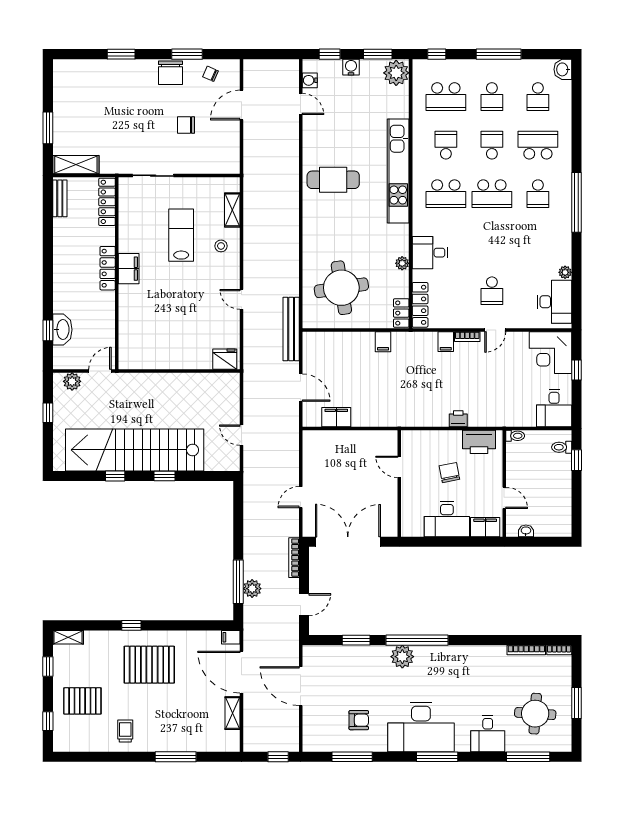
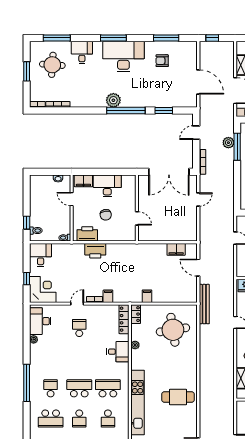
printer: (458, 419) -> (95, 251), width x1.87, depth x1.48
plant: (402, 657) -> (113, 100), moved

